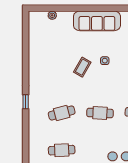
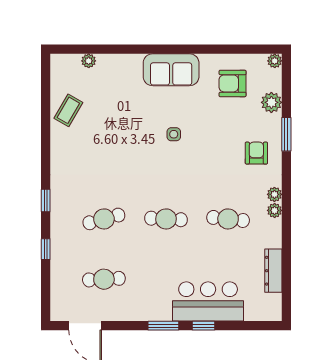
sofa: (97, 21) -> (171, 70), width x0.73
coffee table: (82, 67) -> (68, 110), moved
window: (26, 132) -> (46, 249), added

